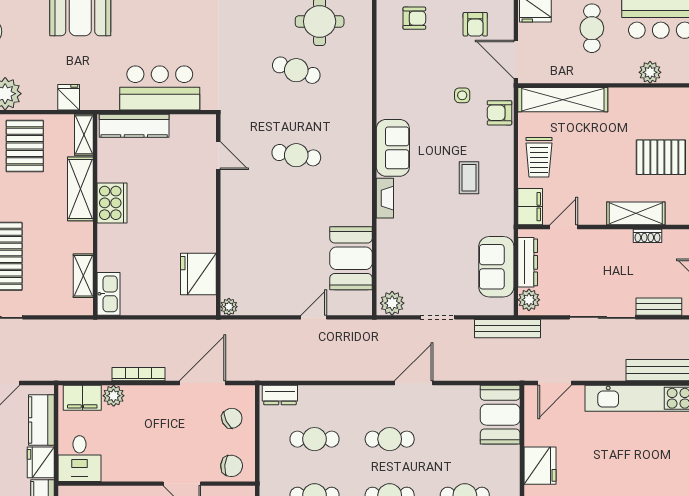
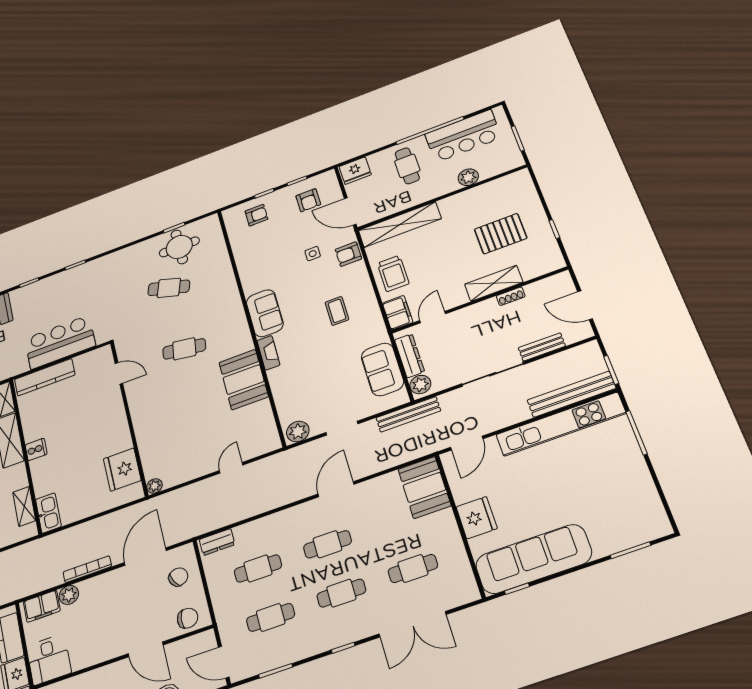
cooker: (112, 203) -> (36, 449), width x0.53, depth x0.76
booth: (351, 258) -> (244, 380), moved

